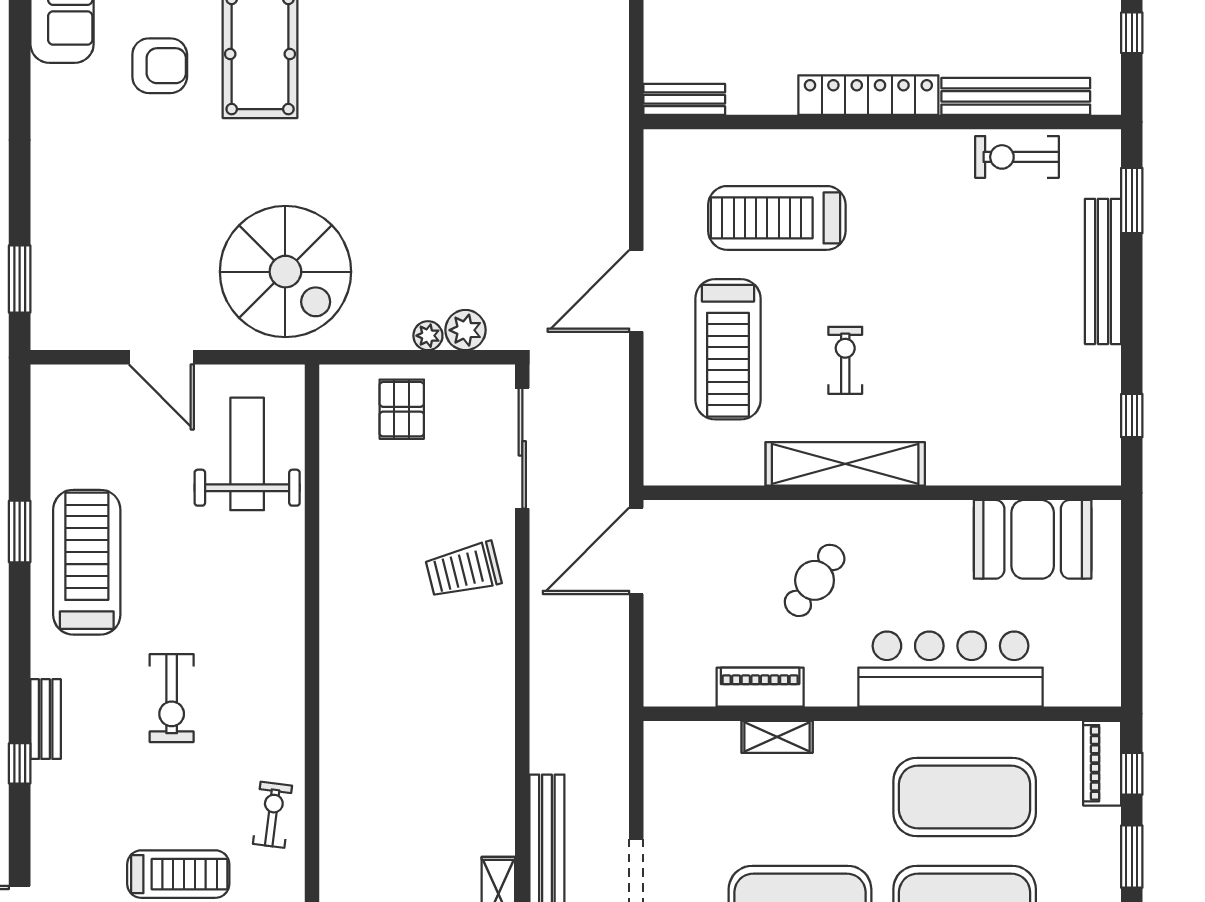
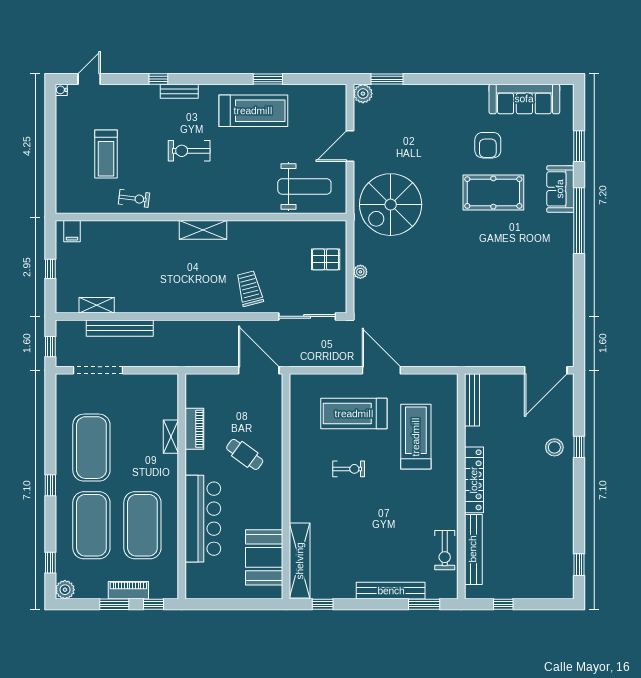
bench: (684, 99) -> (472, 400), width x1.36
exercise bike: (1017, 157) -> (445, 550), turned 180
plant: (465, 330) -> (363, 94), moved
shelving: (845, 464) -> (300, 561), moved
shelving: (339, 669) -> (203, 230), added
piano: (1102, 763) -> (128, 590), moved

